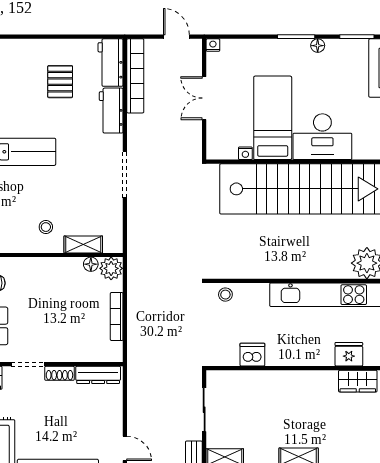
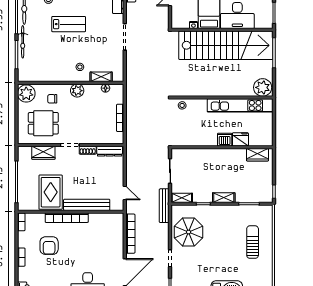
plant: (111, 268) -> (77, 91), moved
fridge: (349, 354) -> (240, 139), moved
dishwasher: (252, 355) -> (225, 140), moved

